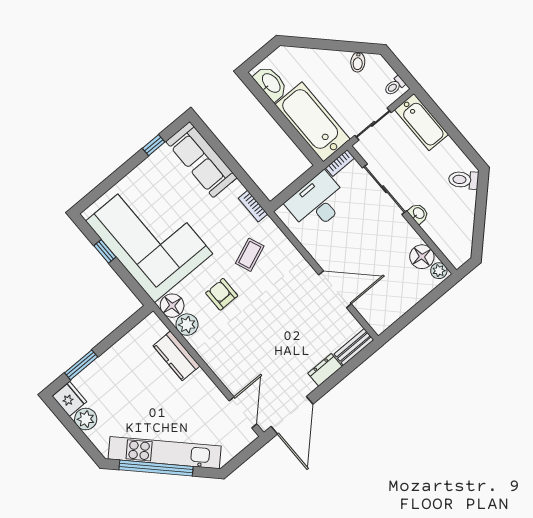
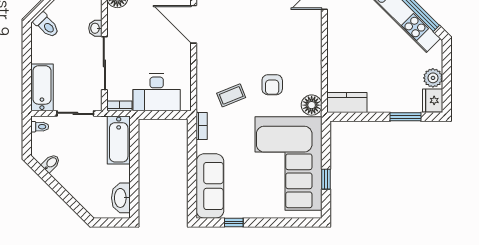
bathtub: (313, 122) -> (119, 140), width x0.73, depth x0.73
plant: (187, 325) -> (312, 84), removed
kitchen counter: (176, 356) -> (347, 102), moved, turned -90

